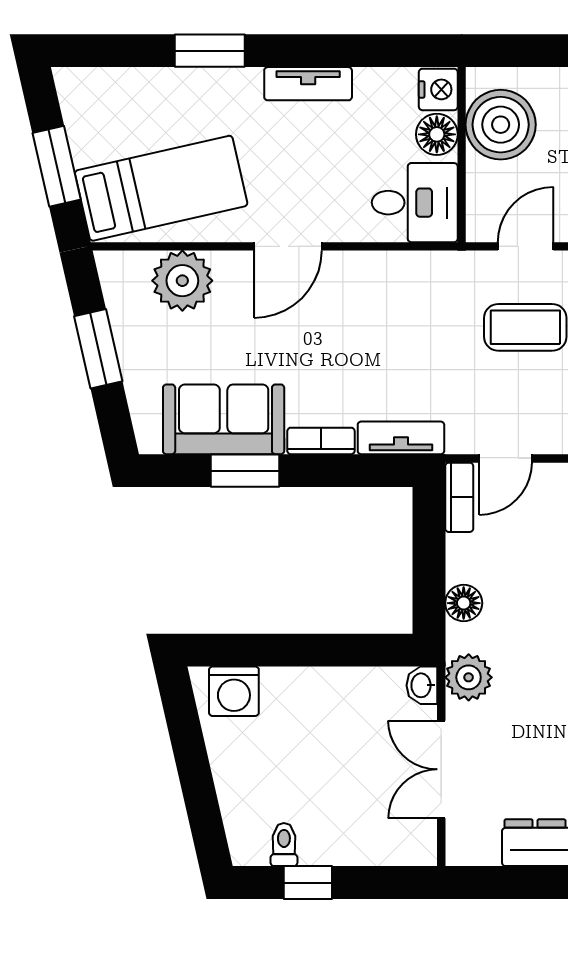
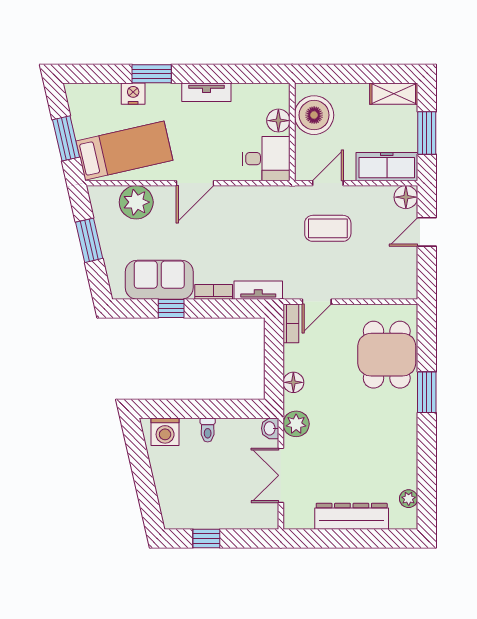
nightstand: (438, 89) -> (133, 94), moved, turned -90
window: (245, 471) -> (171, 308), width x0.67
toilet: (284, 845) -> (208, 430), moved, turned 180

